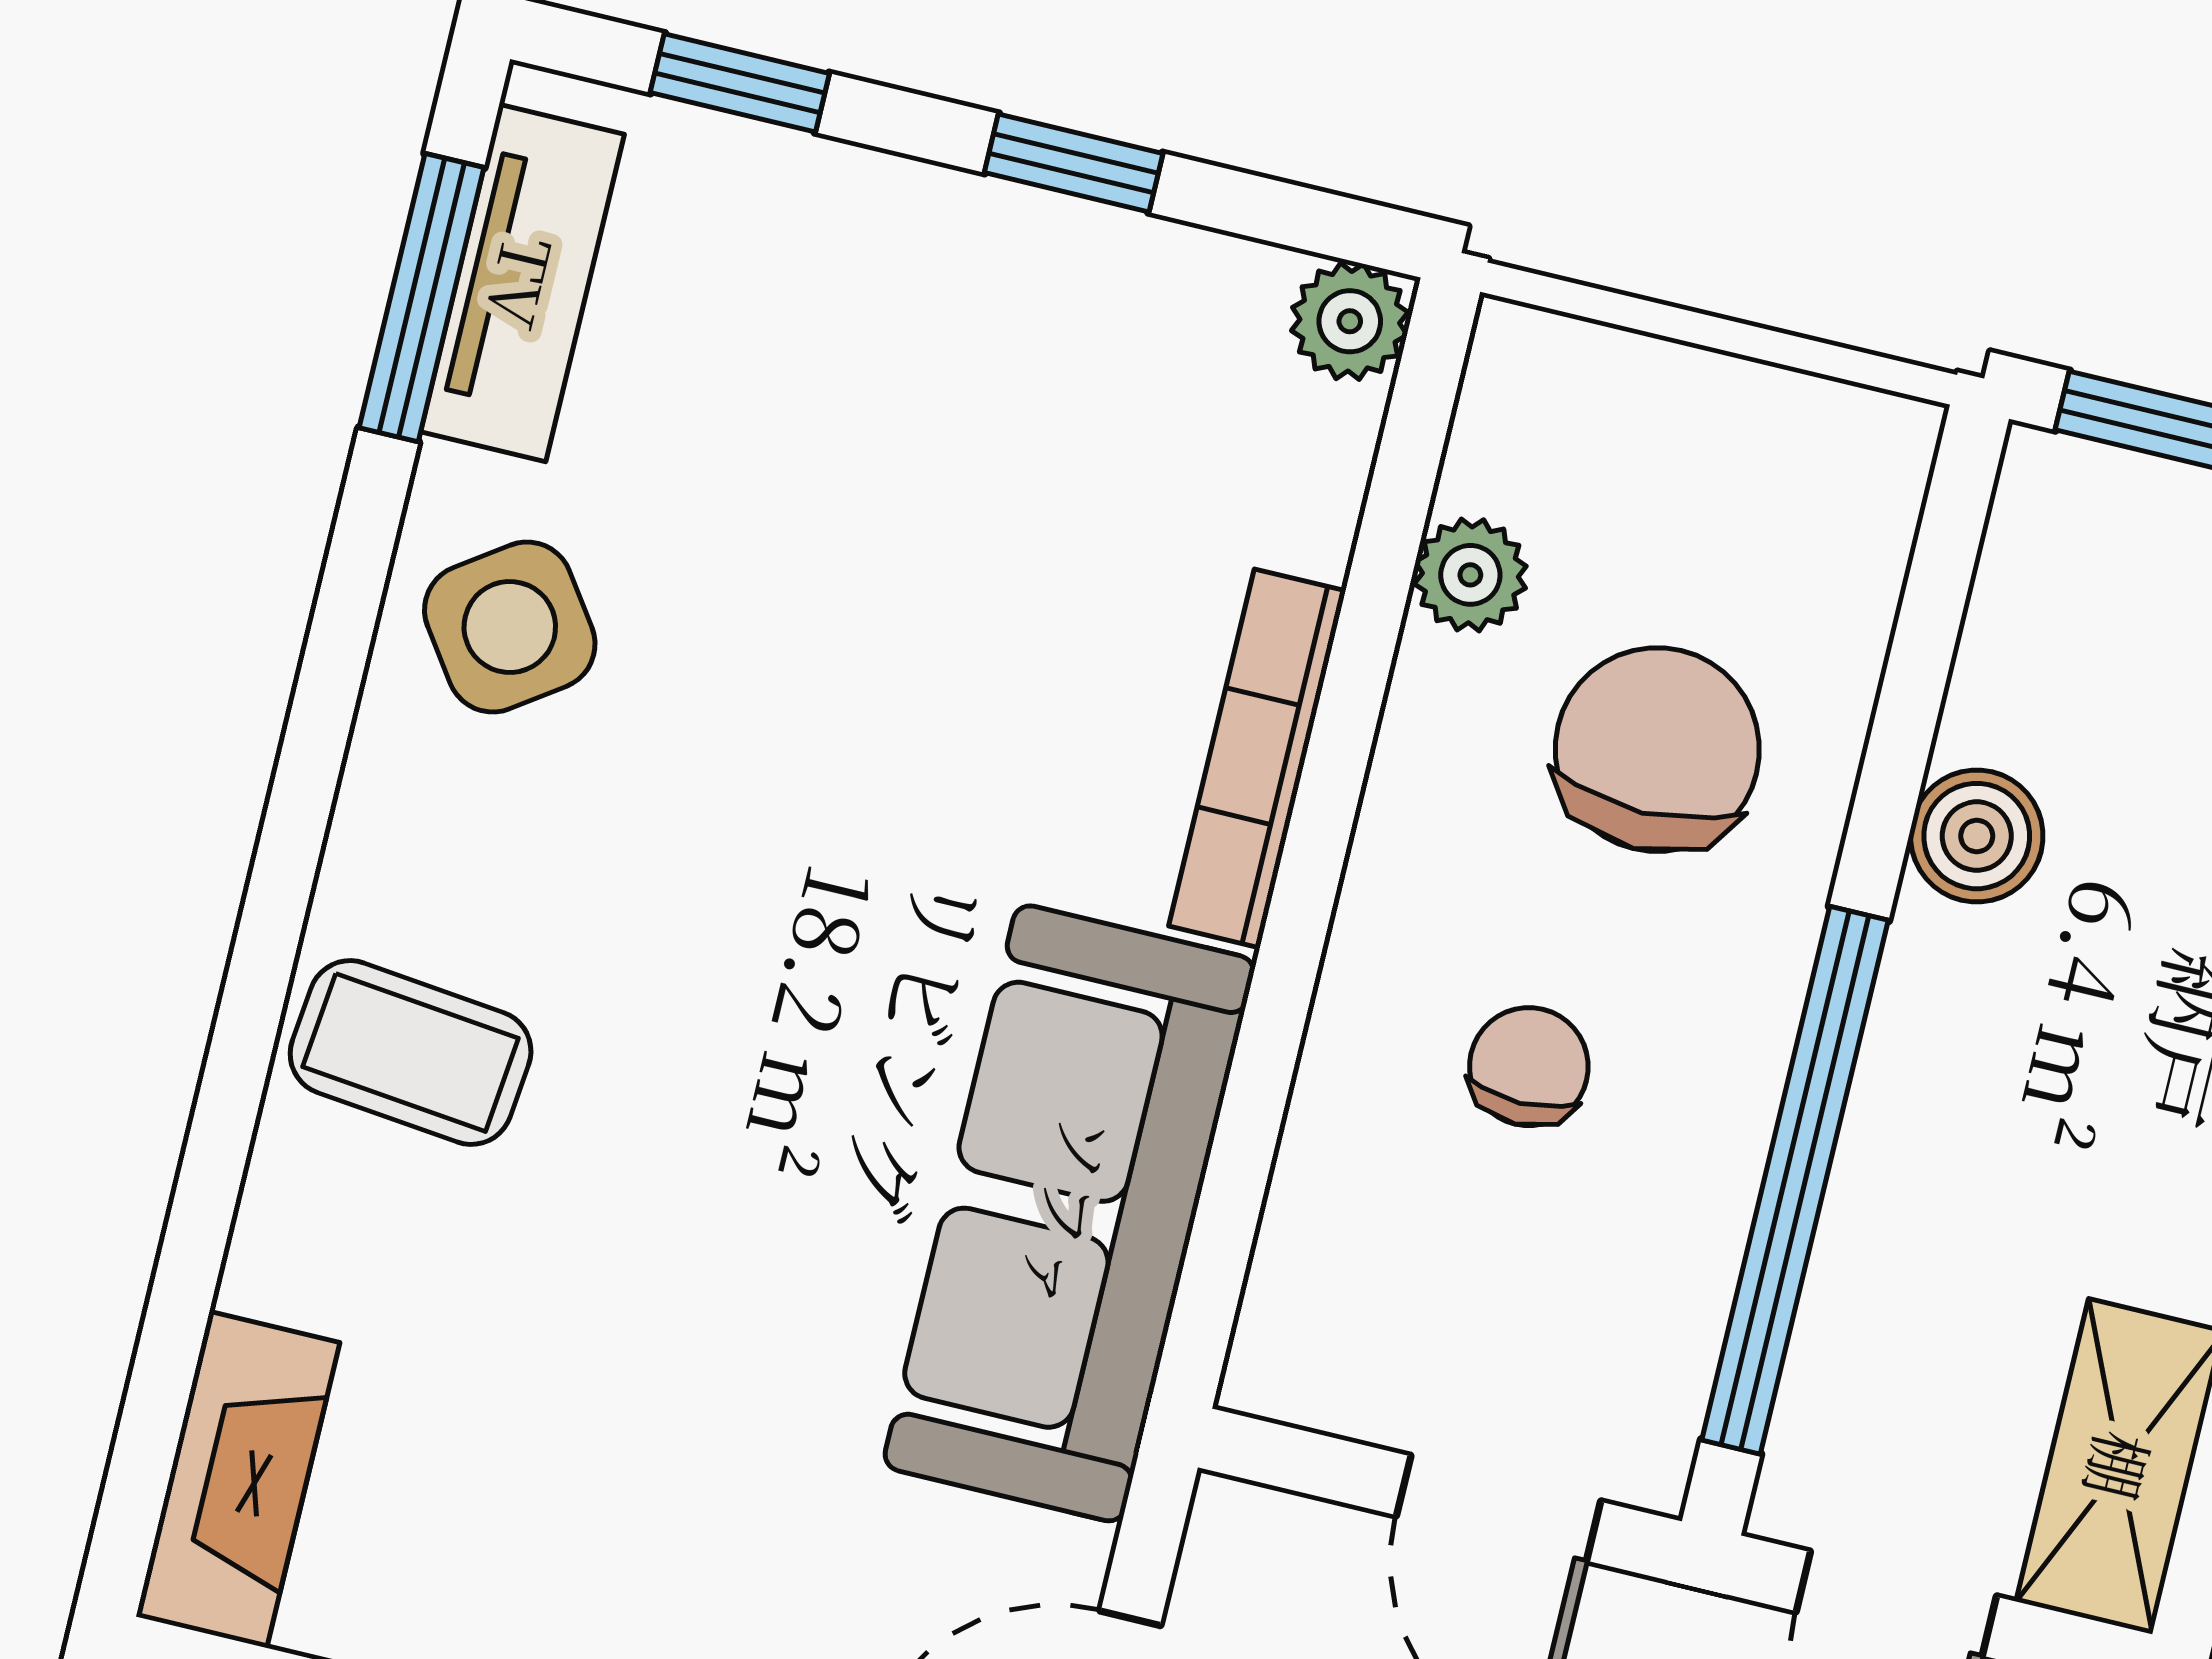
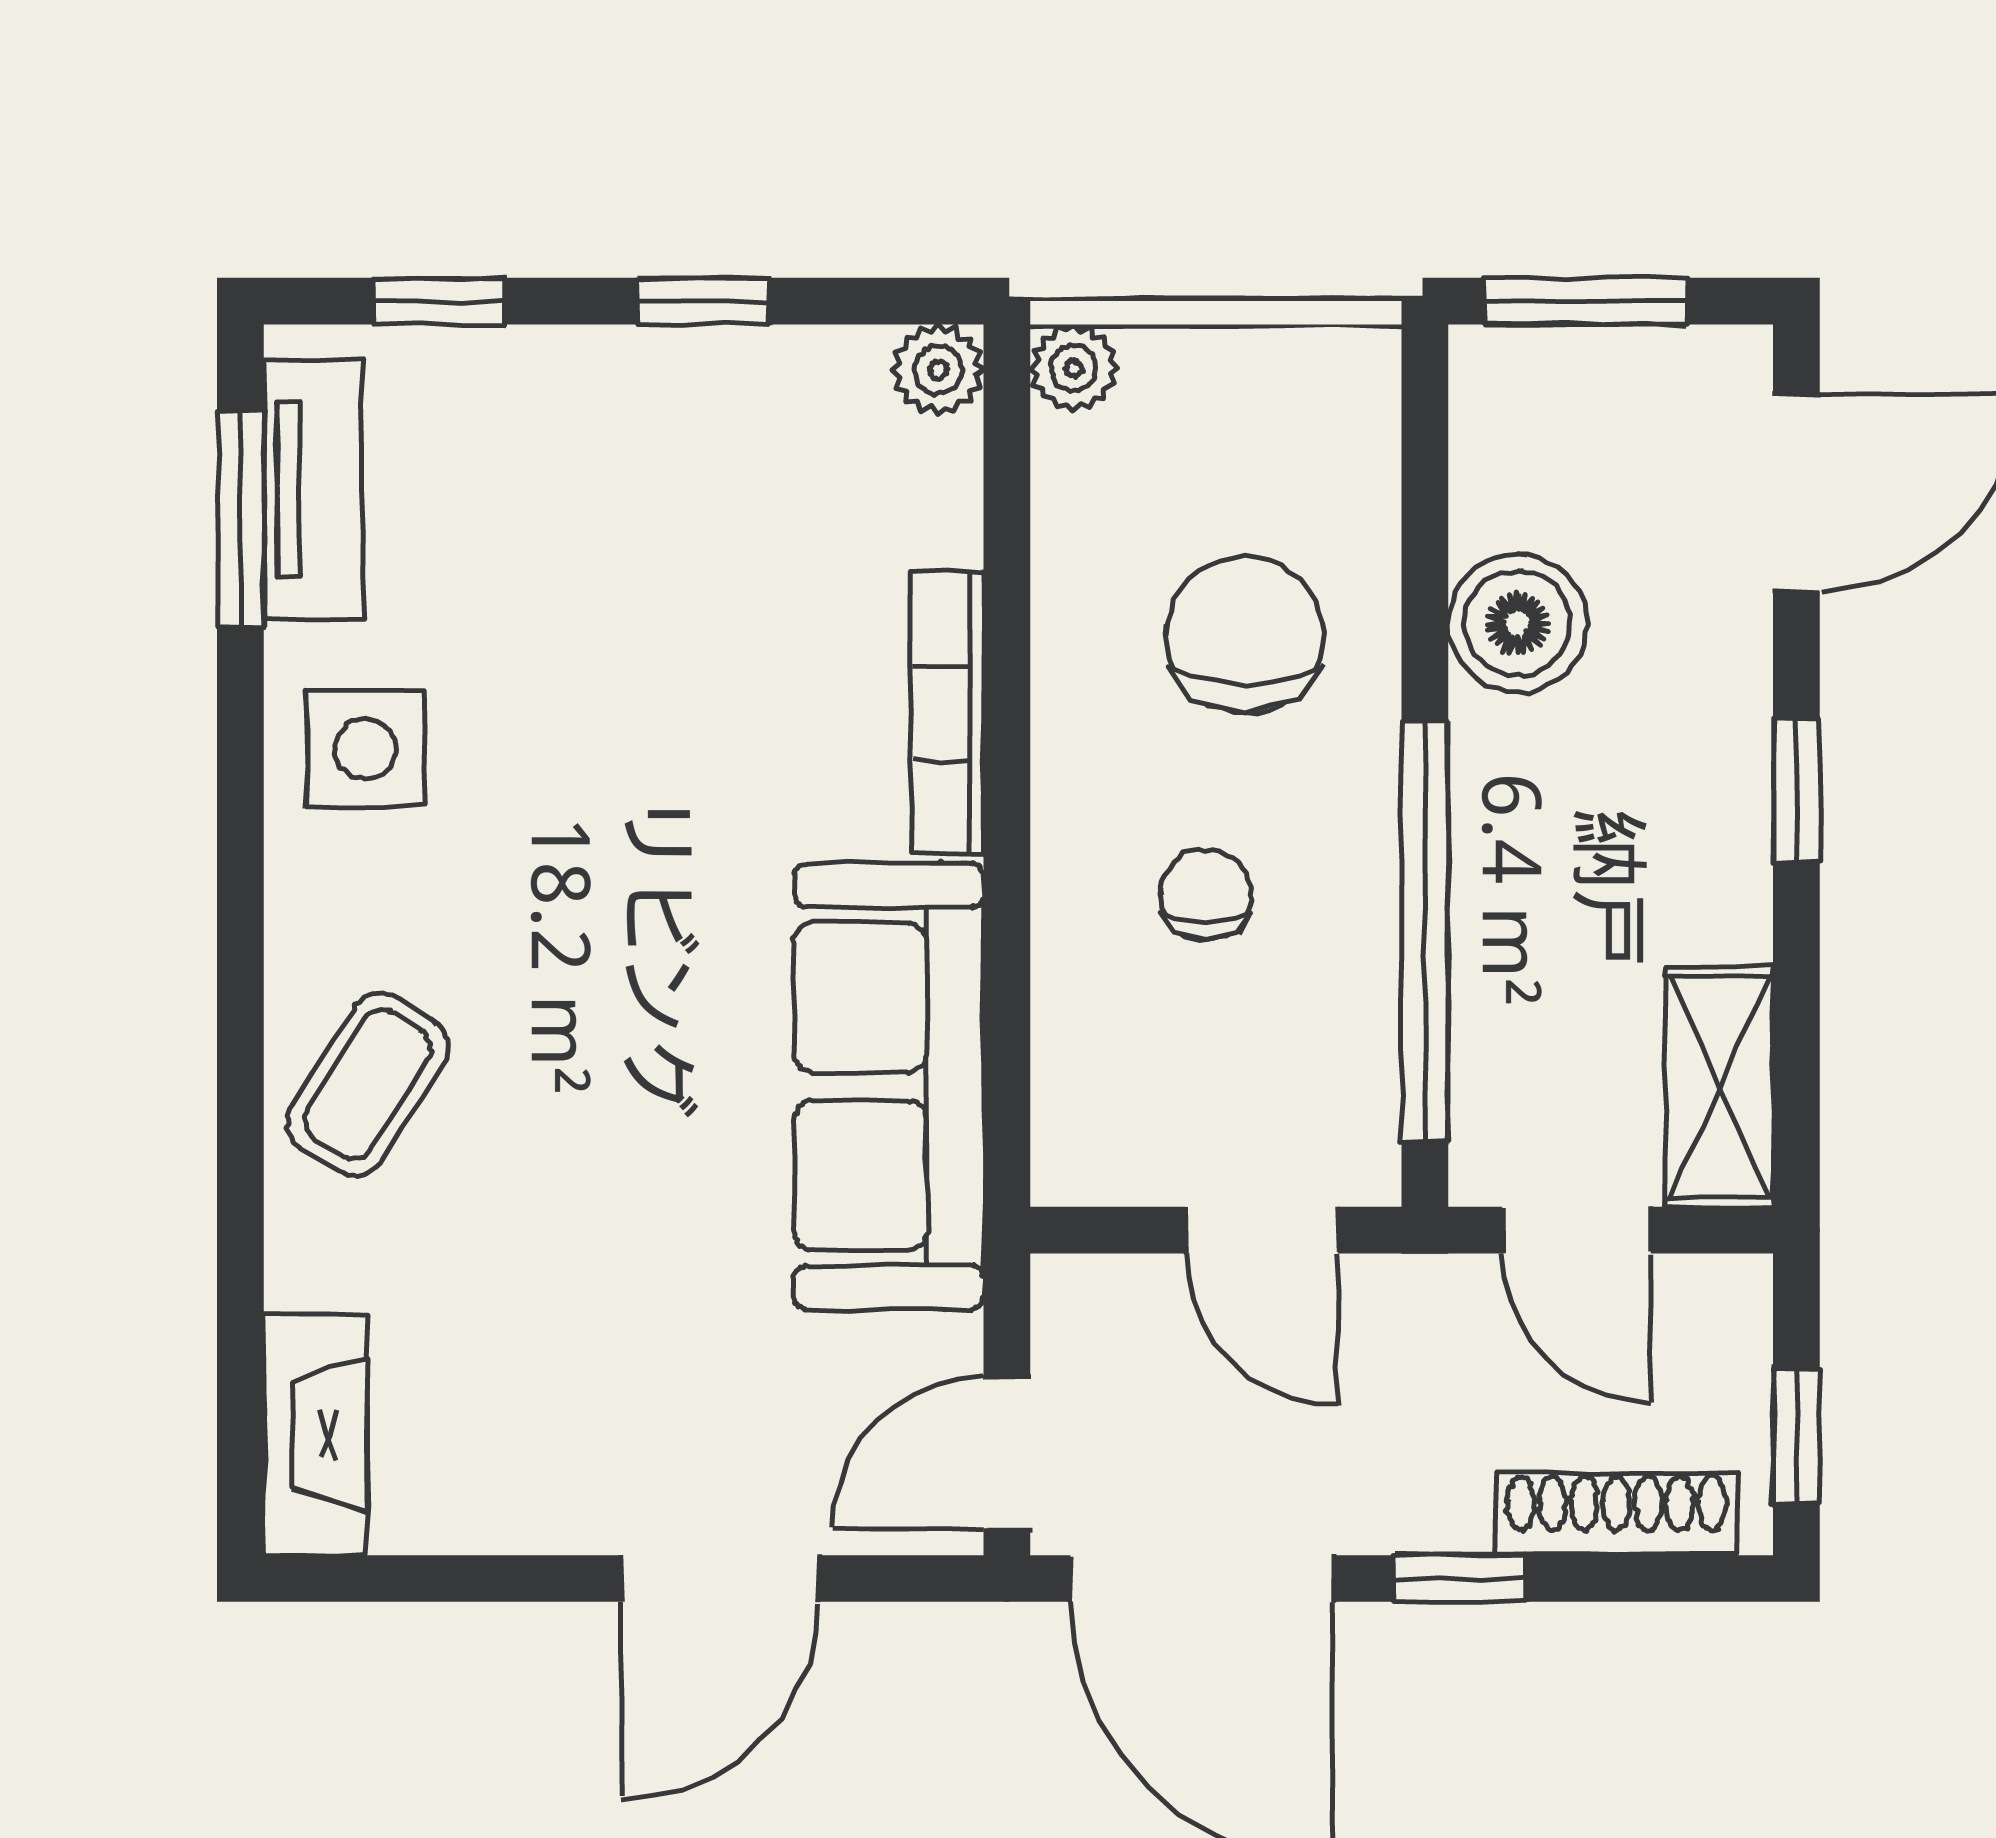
plant: (1470, 575) -> (1074, 368), moved
side table: (510, 627) -> (365, 749), turned 35
boiler: (1977, 836) -> (1517, 623), width x1.36, depth x1.36
coffee table: (411, 1053) -> (368, 1085), turned -64

